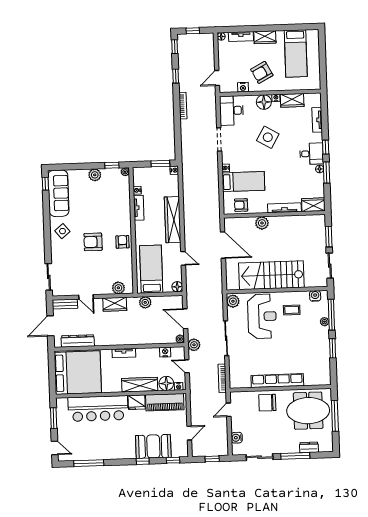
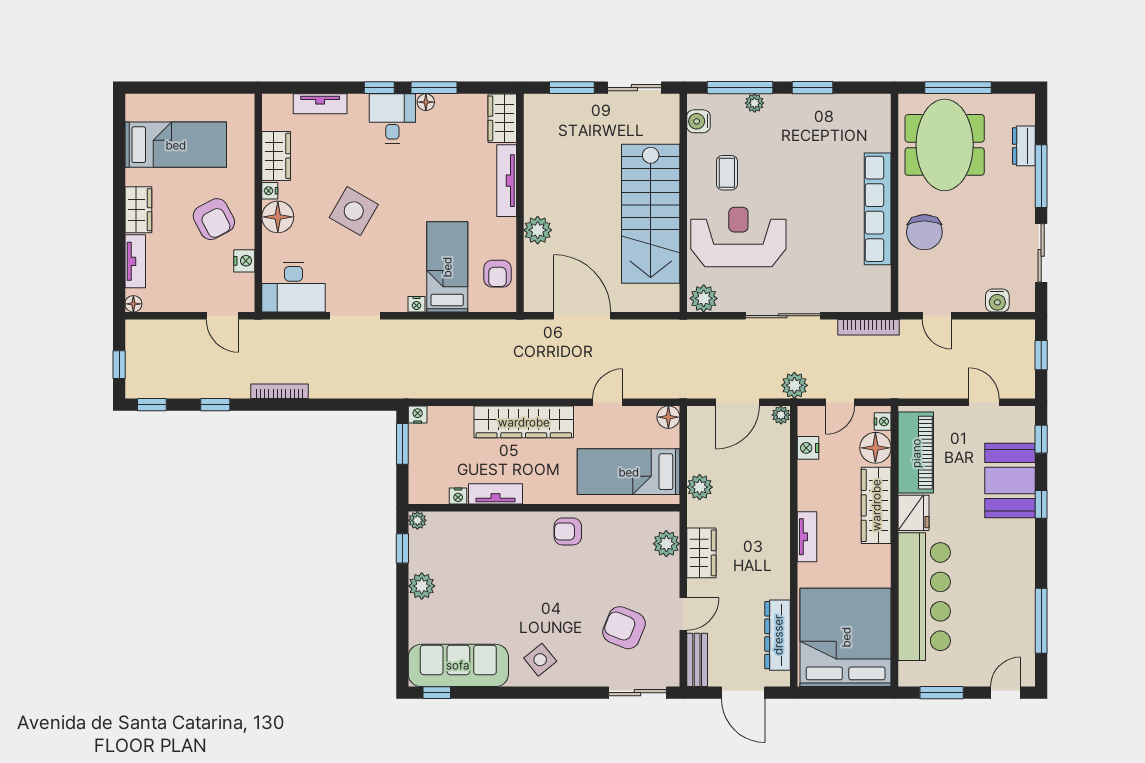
armchair: (93, 242) -> (624, 628), moved, turned 112
door: (223, 245) -> (582, 316), hinge flipped

